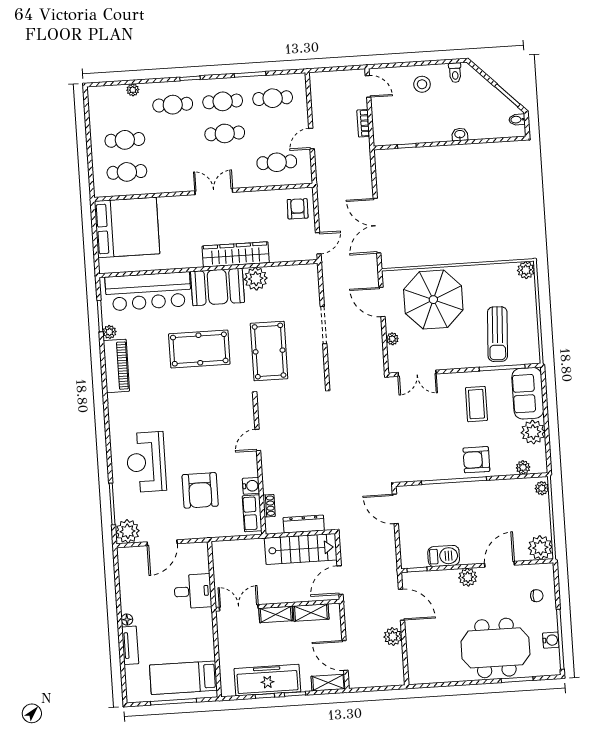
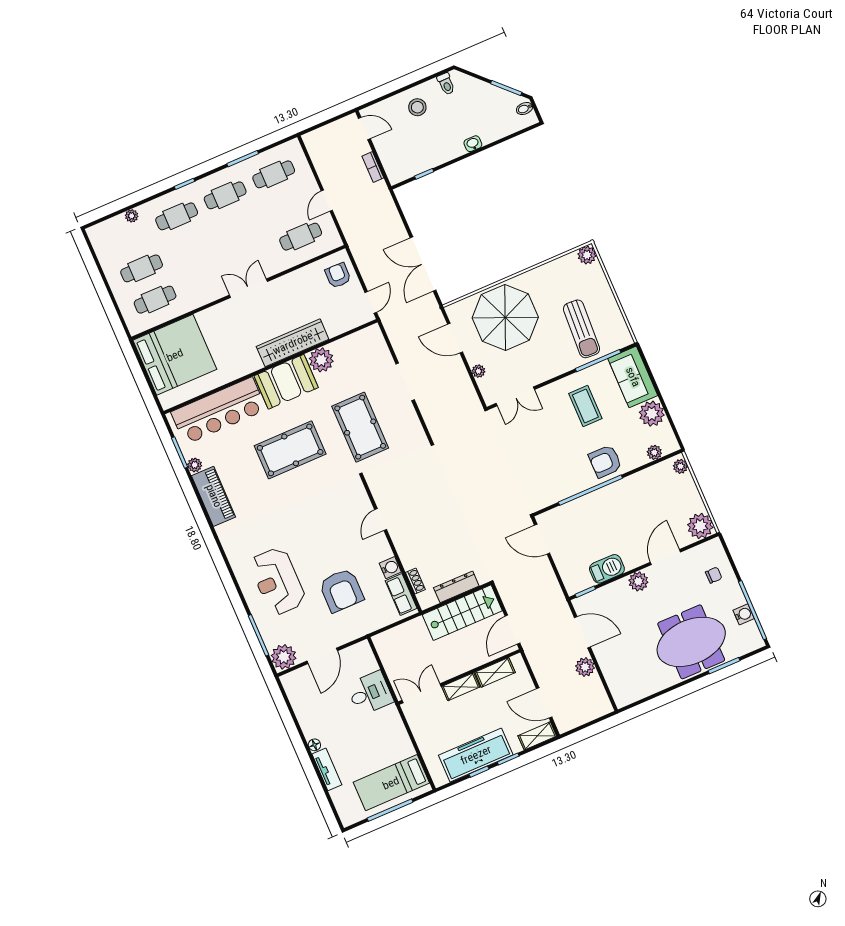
cafe table: (225, 133) -> (239, 226), removed

